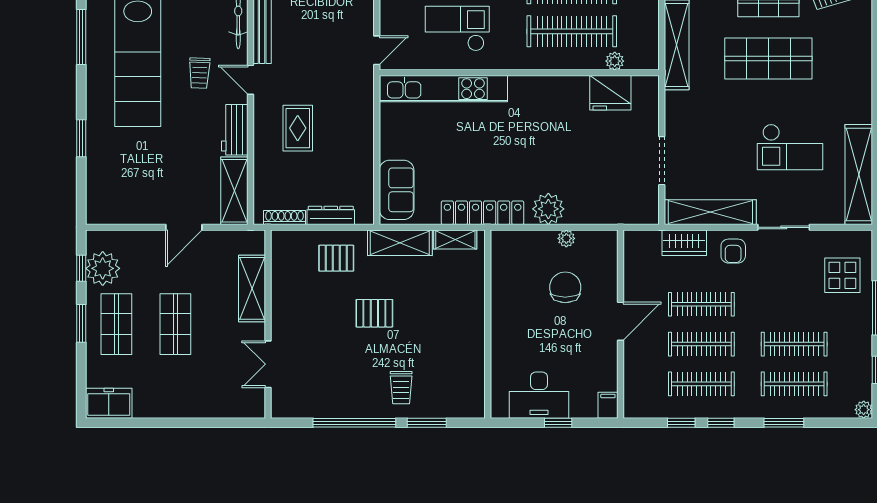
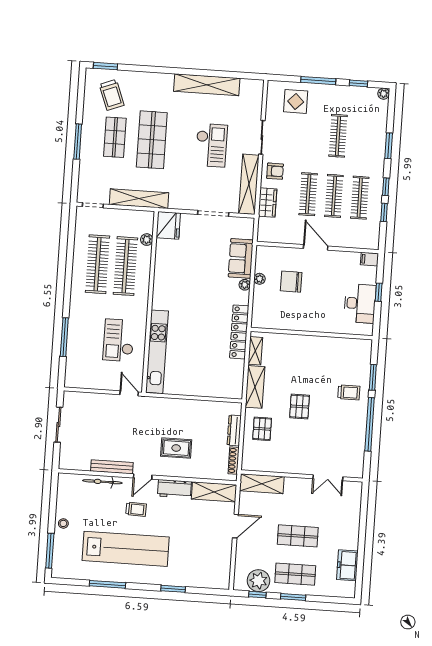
fridge: (610, 93) -> (168, 225), moved
checkout: (790, 147) -> (211, 145), moved
shelving: (859, 175) -> (207, 85), moved
sofa: (397, 190) -> (241, 258), moved, turned -90
plant: (548, 209) -> (245, 285), width x0.53, depth x0.53
door: (184, 227) -> (235, 526), hinge flipped
shelving: (252, 288) -> (262, 484), moved
clothes rail: (794, 384) -> (364, 138), removed
freezer: (109, 403) -> (347, 565), moved

